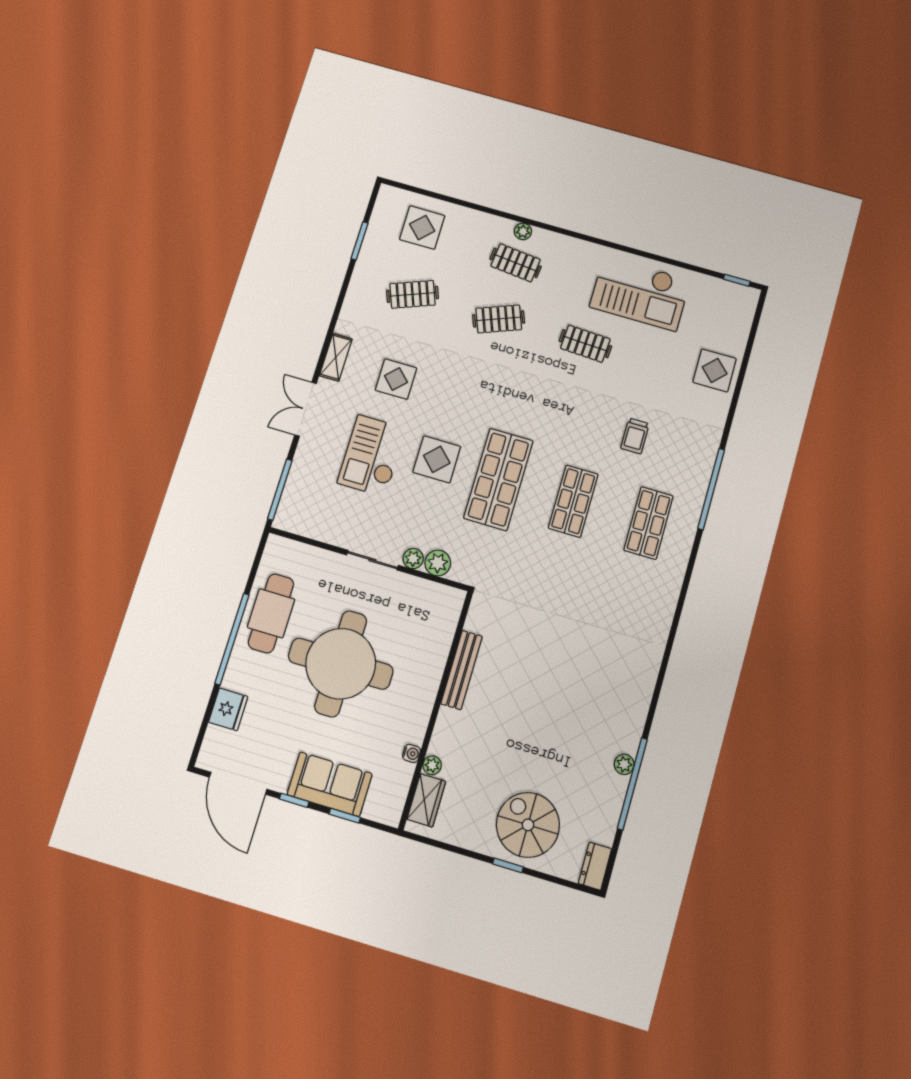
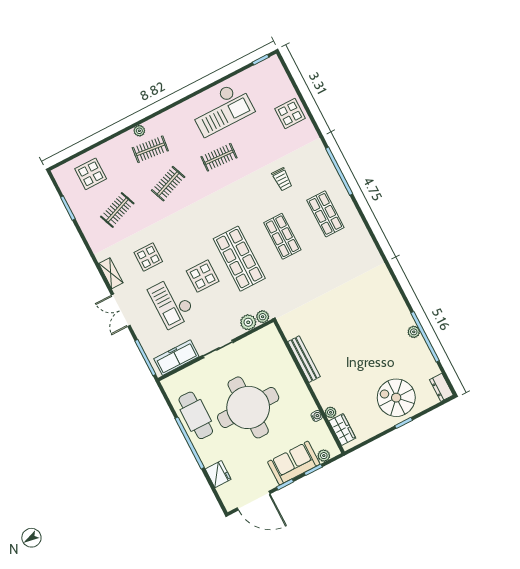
freezer: (315, 524) -> (176, 358), added
plant: (413, 559) -> (263, 317), moved
plant: (374, 811) -> (324, 456), added

